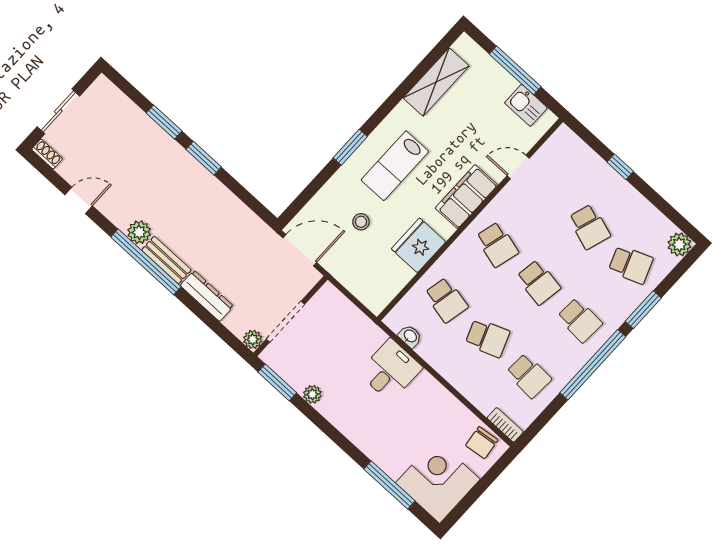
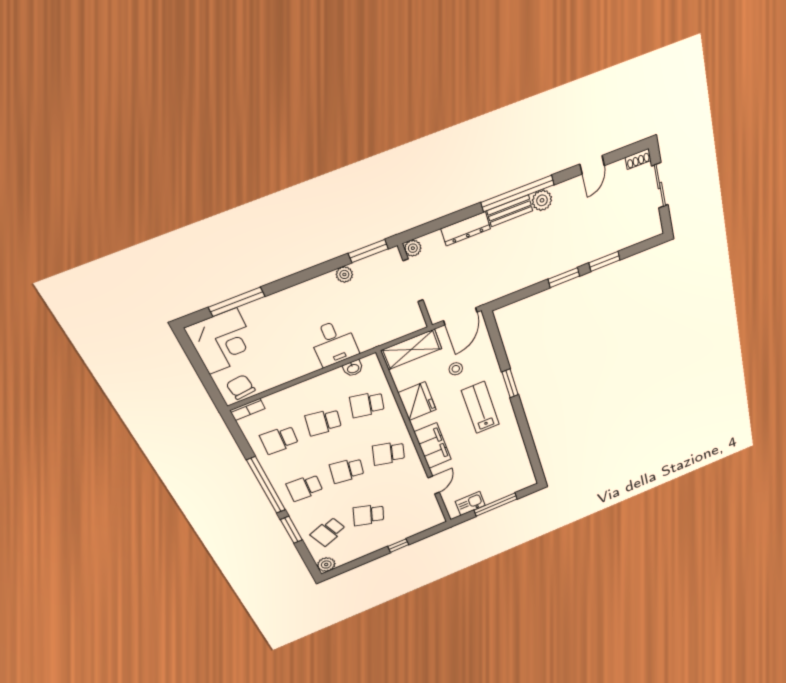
shelving: (436, 82) -> (411, 349), moved, turned 90
school desk: (487, 338) -> (323, 422), turned 30

